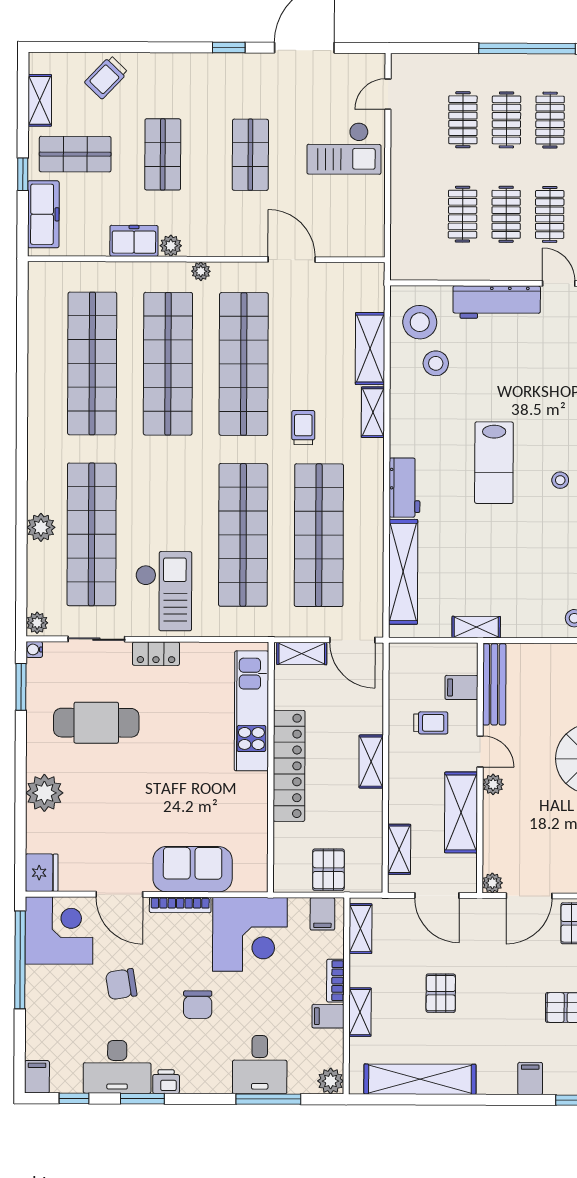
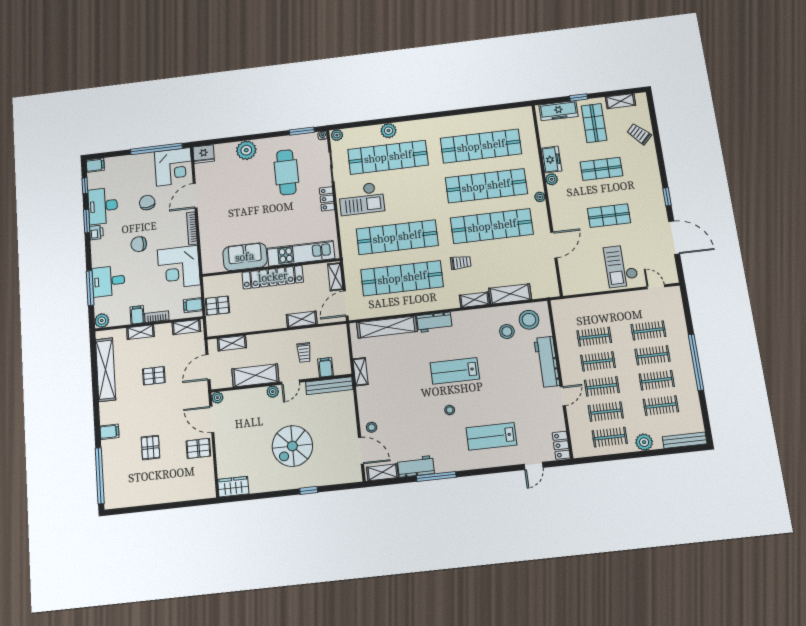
shelving: (371, 762) -> (302, 319), moved
sofa: (193, 869) -> (245, 257), moved, turned -90

